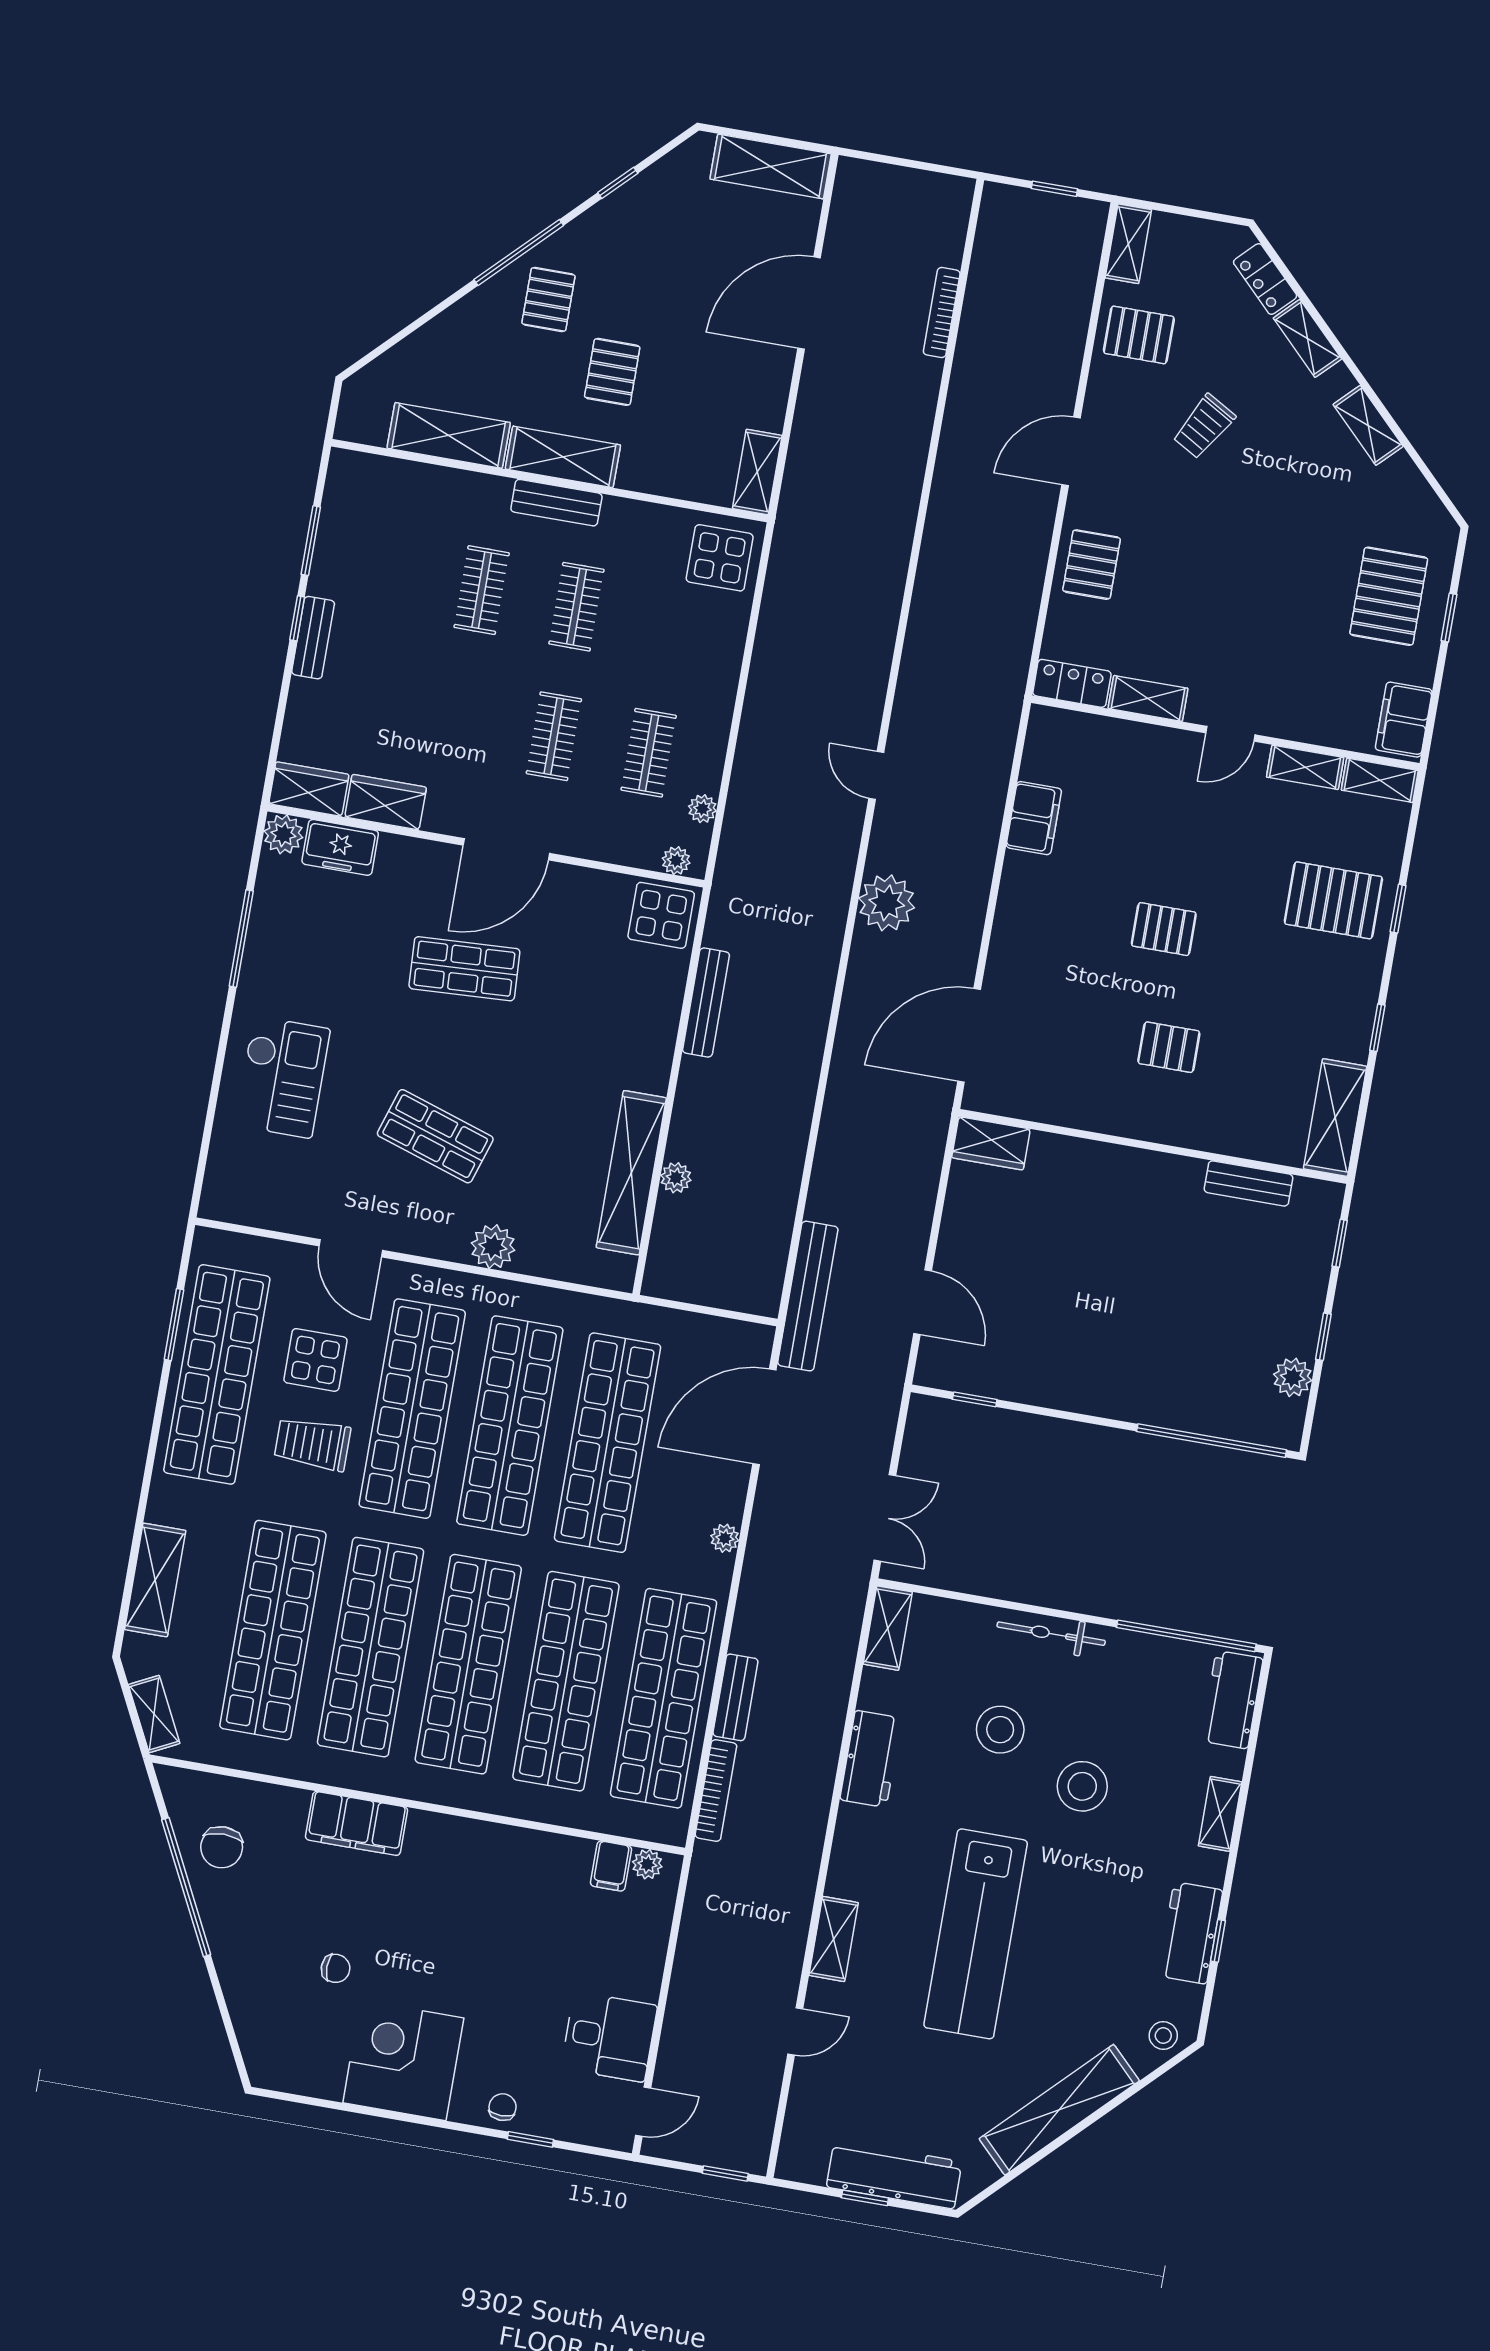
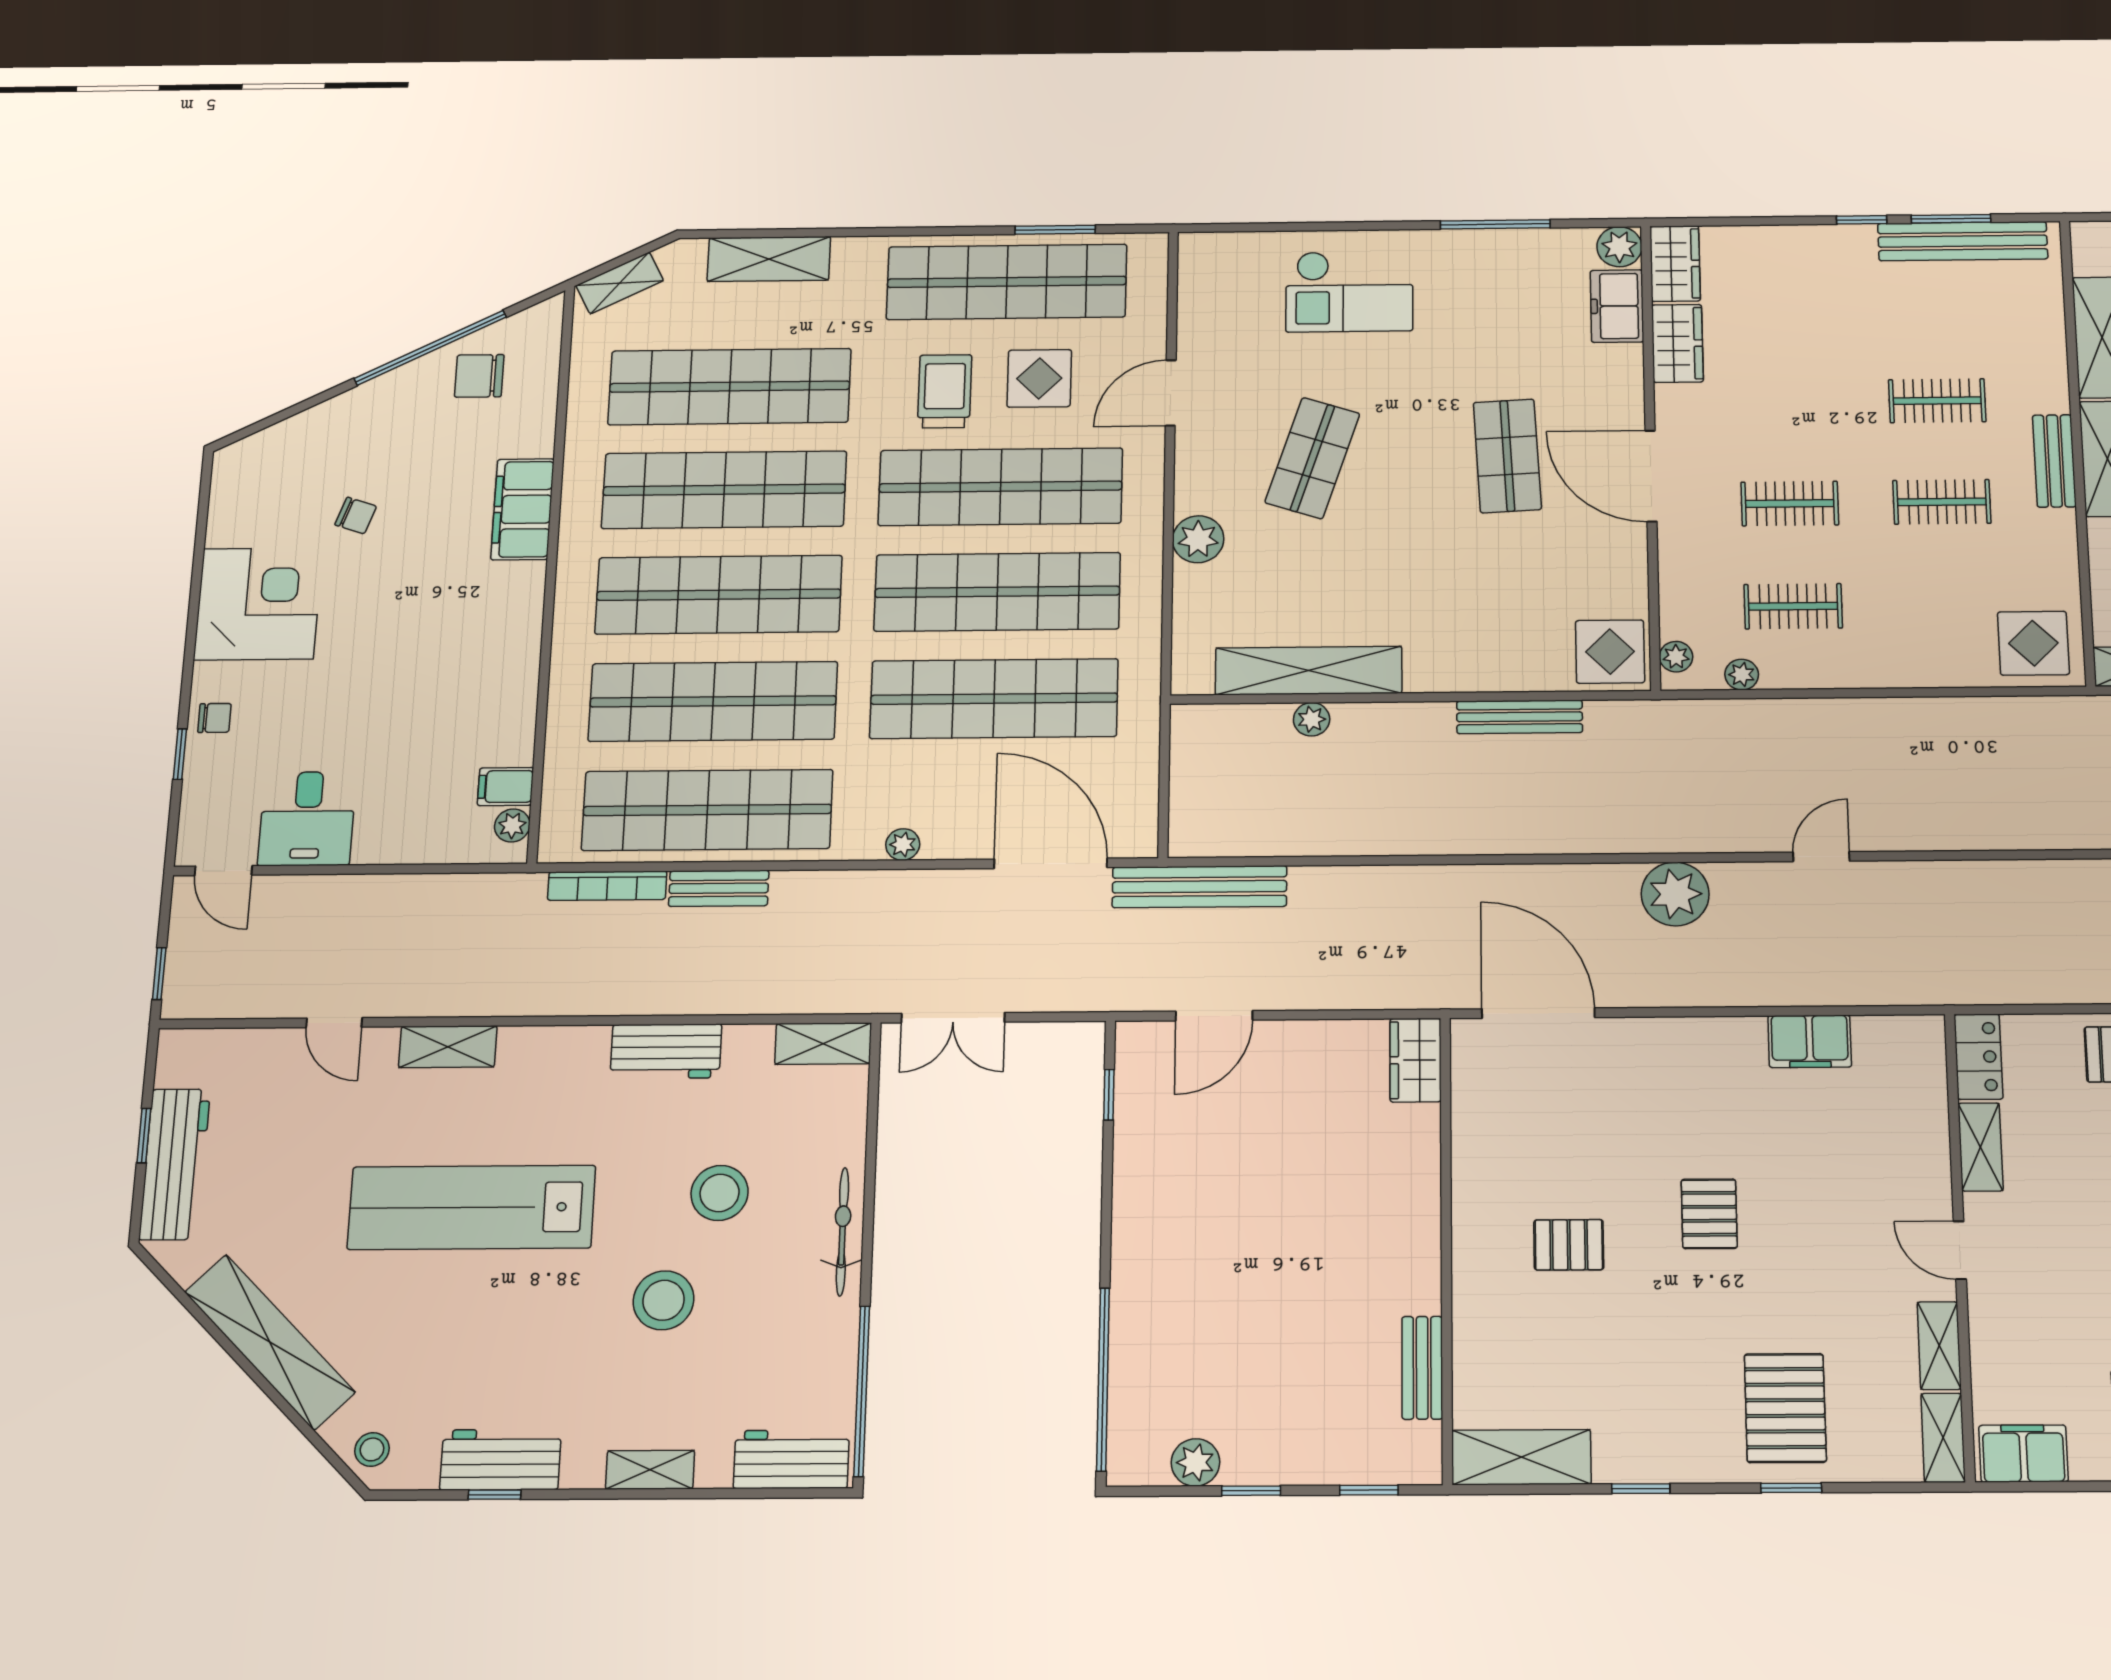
bench: (313, 638) -> (1963, 241), moved, width x1.86, depth x1.21
pallet: (1169, 1047) -> (1569, 1245), turned 90
chair: (336, 1968) -> (356, 516), turned -71

